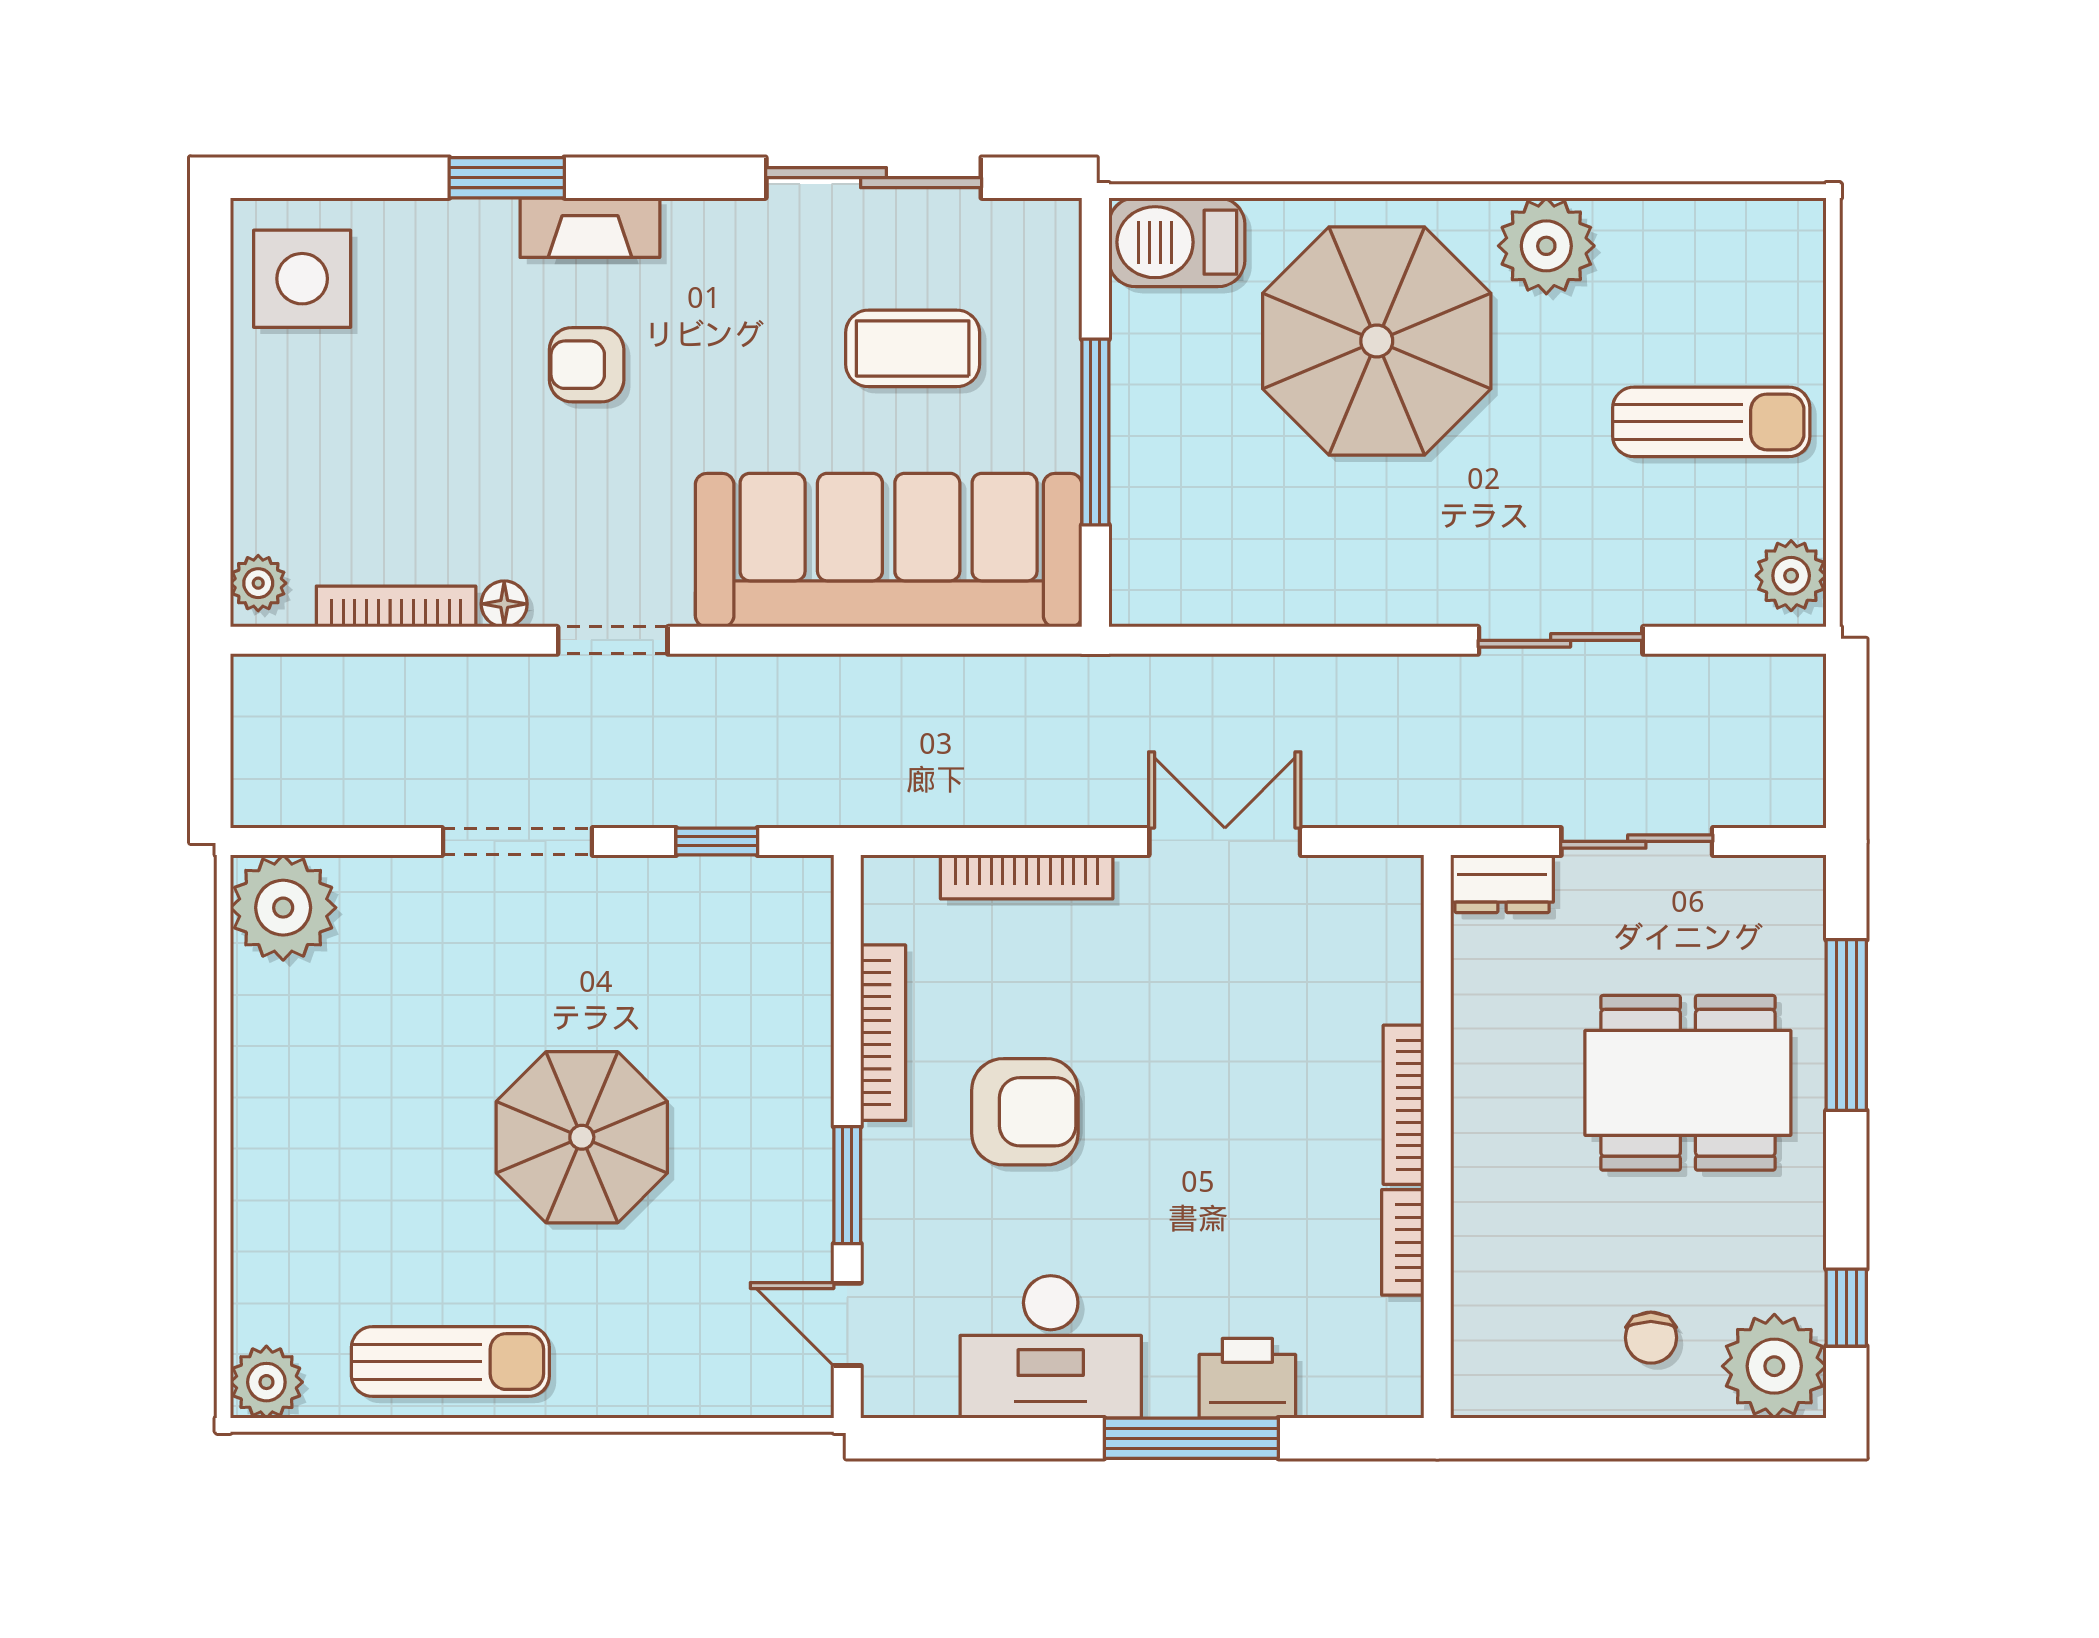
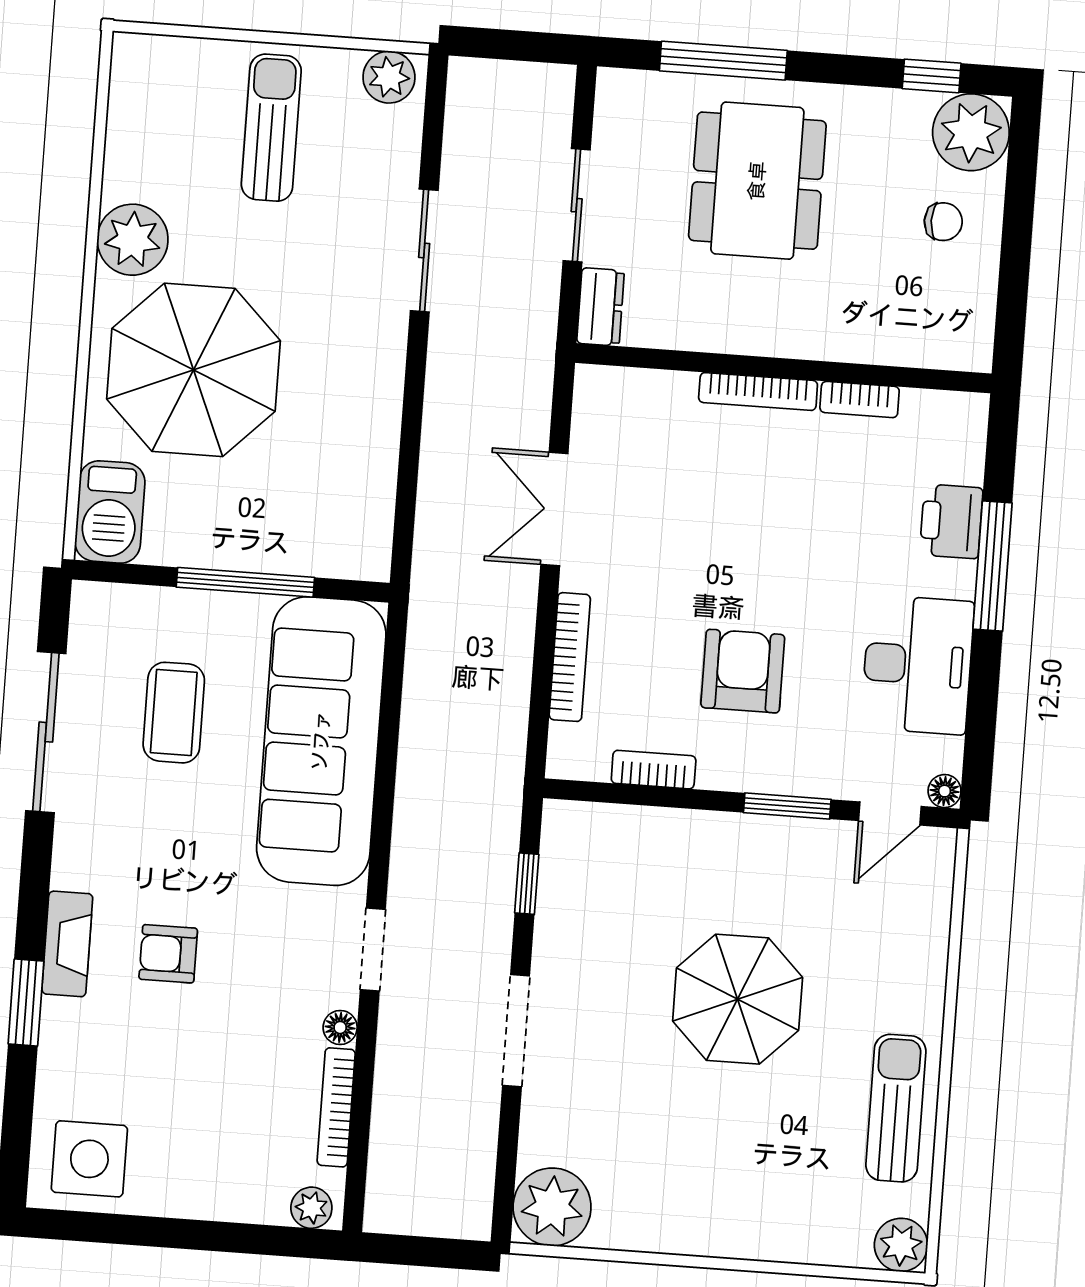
armchair: (587, 365) -> (168, 954), turned 90
bookcase: (883, 1033) -> (654, 770), width x0.64
floor lamp: (883, 1396) -> (945, 791), added

